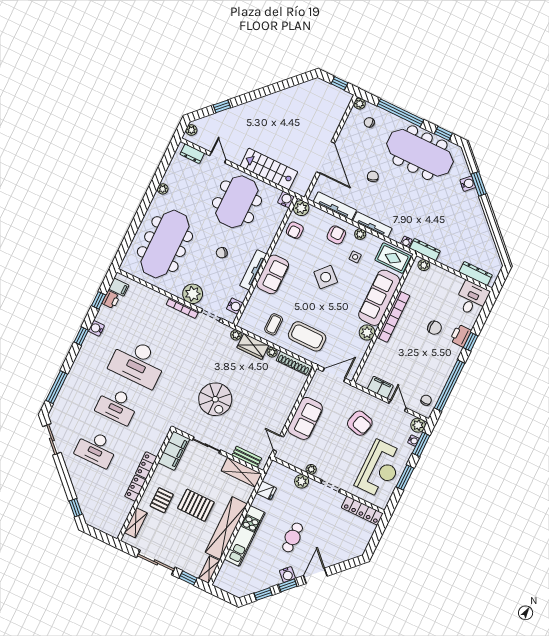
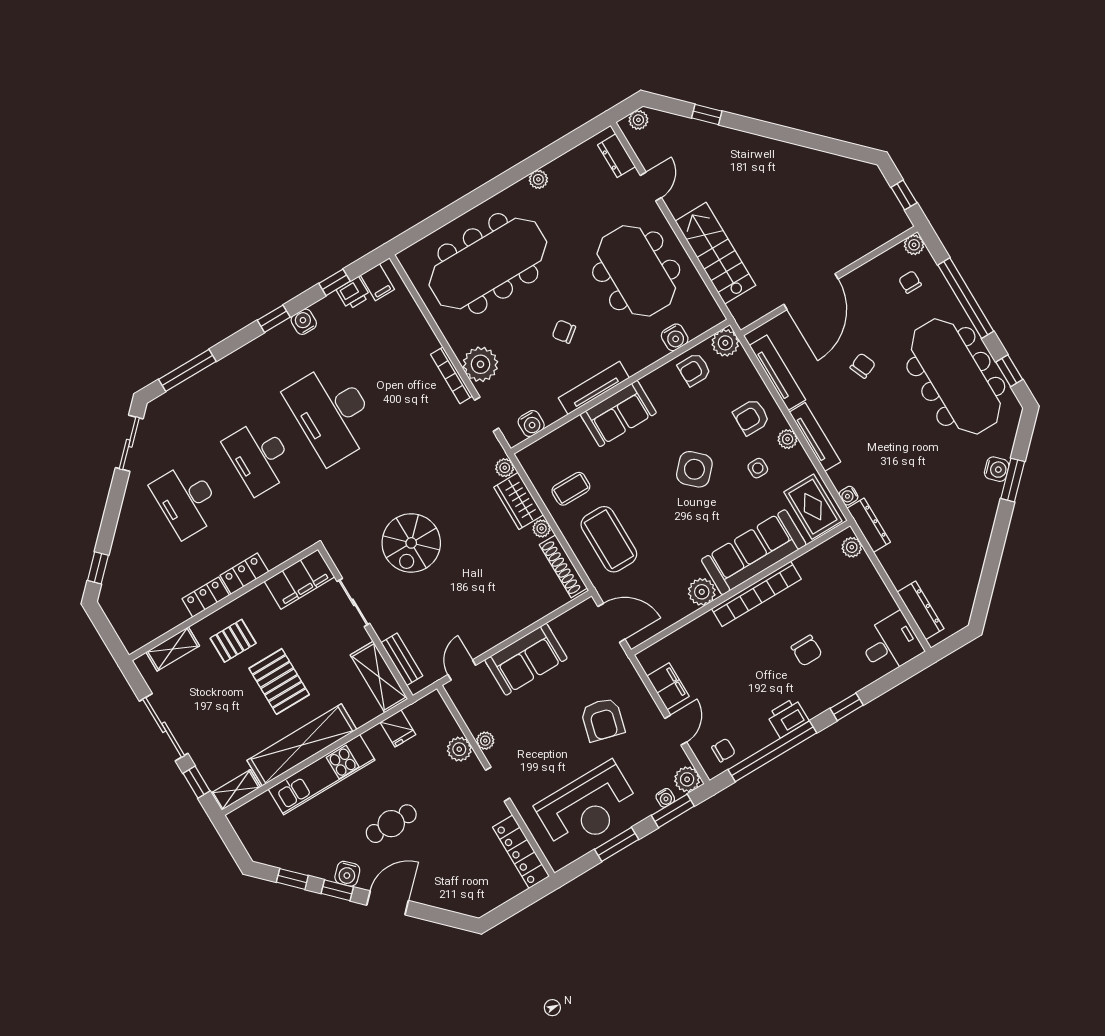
water cooler: (286, 200) -> (675, 337), moved, turned 90
meeting table: (237, 202) -> (636, 271), turned 90
armchair: (336, 235) -> (751, 417), turned 180
printer: (461, 336) -> (788, 718), moved

